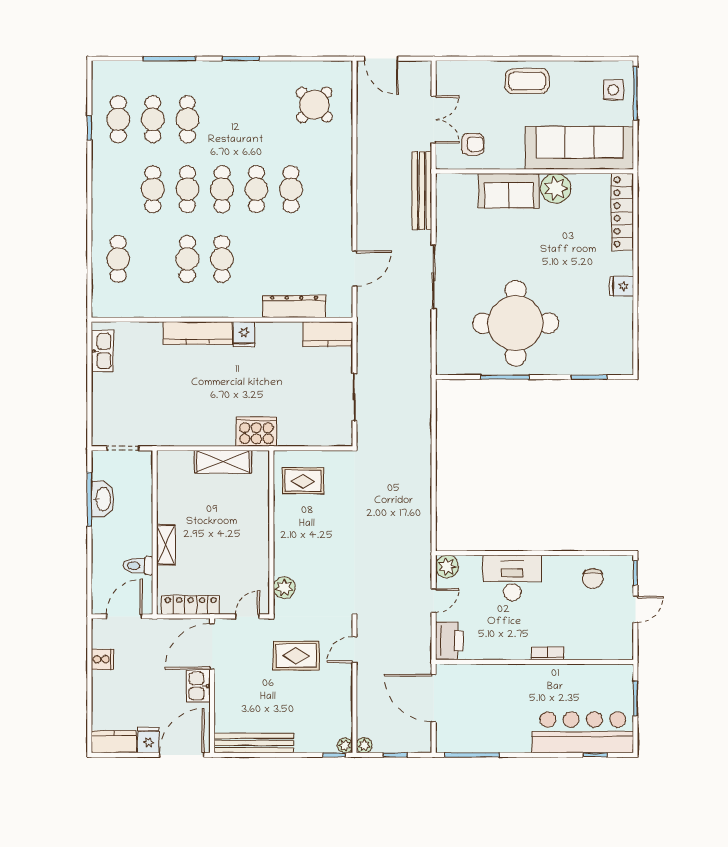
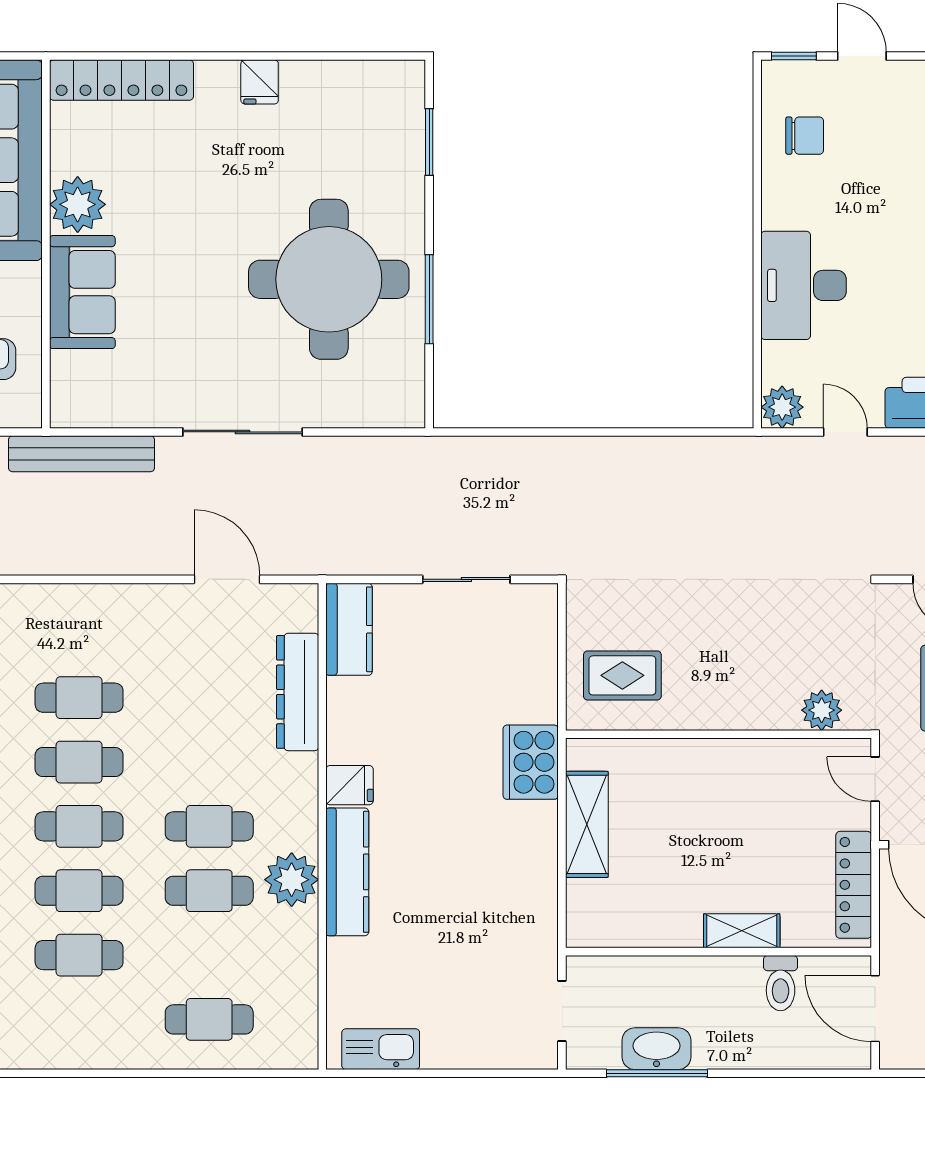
plant: (193, 303) -> (292, 880), added
rug: (303, 481) -> (622, 675), turned 90

